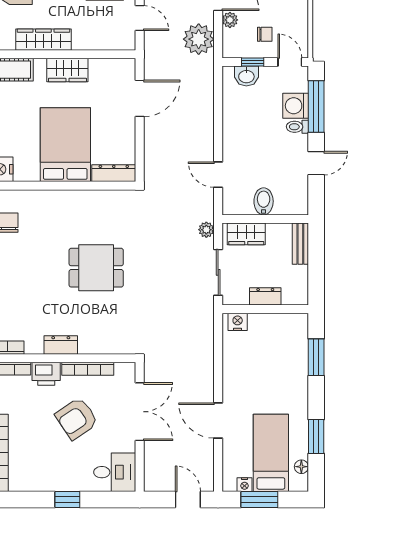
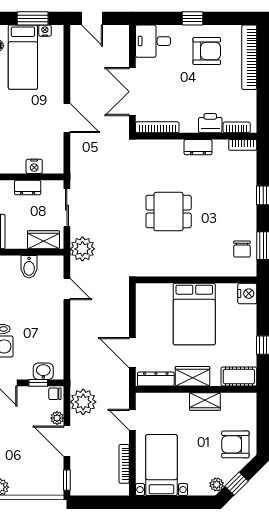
chair: (265, 34) -> (55, 394), moved
wardrobe: (43, 40) -> (205, 402), width x0.67
door: (140, 98) -> (132, 353), hinge flipped
dresser: (114, 173) -> (156, 379), moved, turned 180
plant: (206, 230) -> (82, 249), width x1.88, depth x1.88
nightstand: (238, 322) -> (34, 166), moved
bookcase: (88, 369) -> (157, 127), moved
armchair: (77, 418) -> (207, 51), moved, turned 34
door: (218, 421) -> (67, 118), moved

